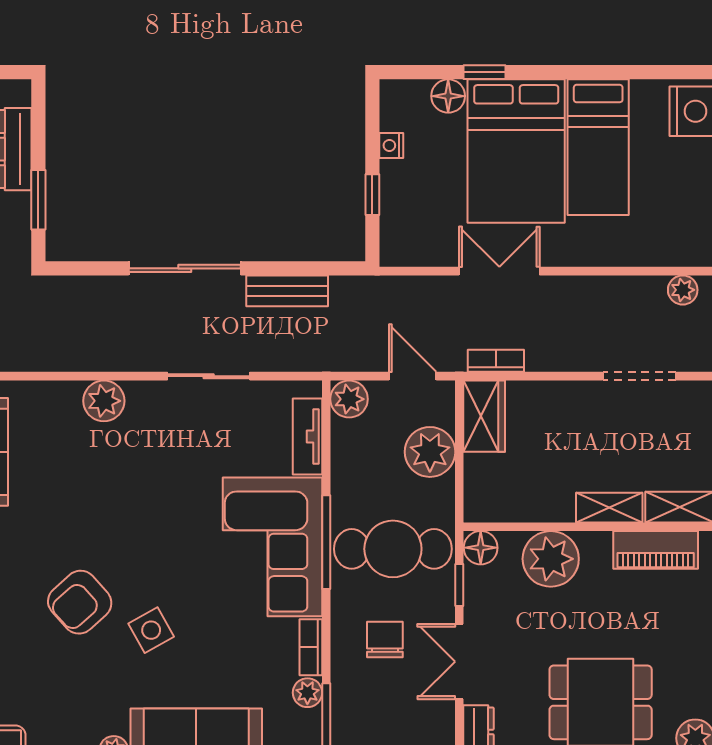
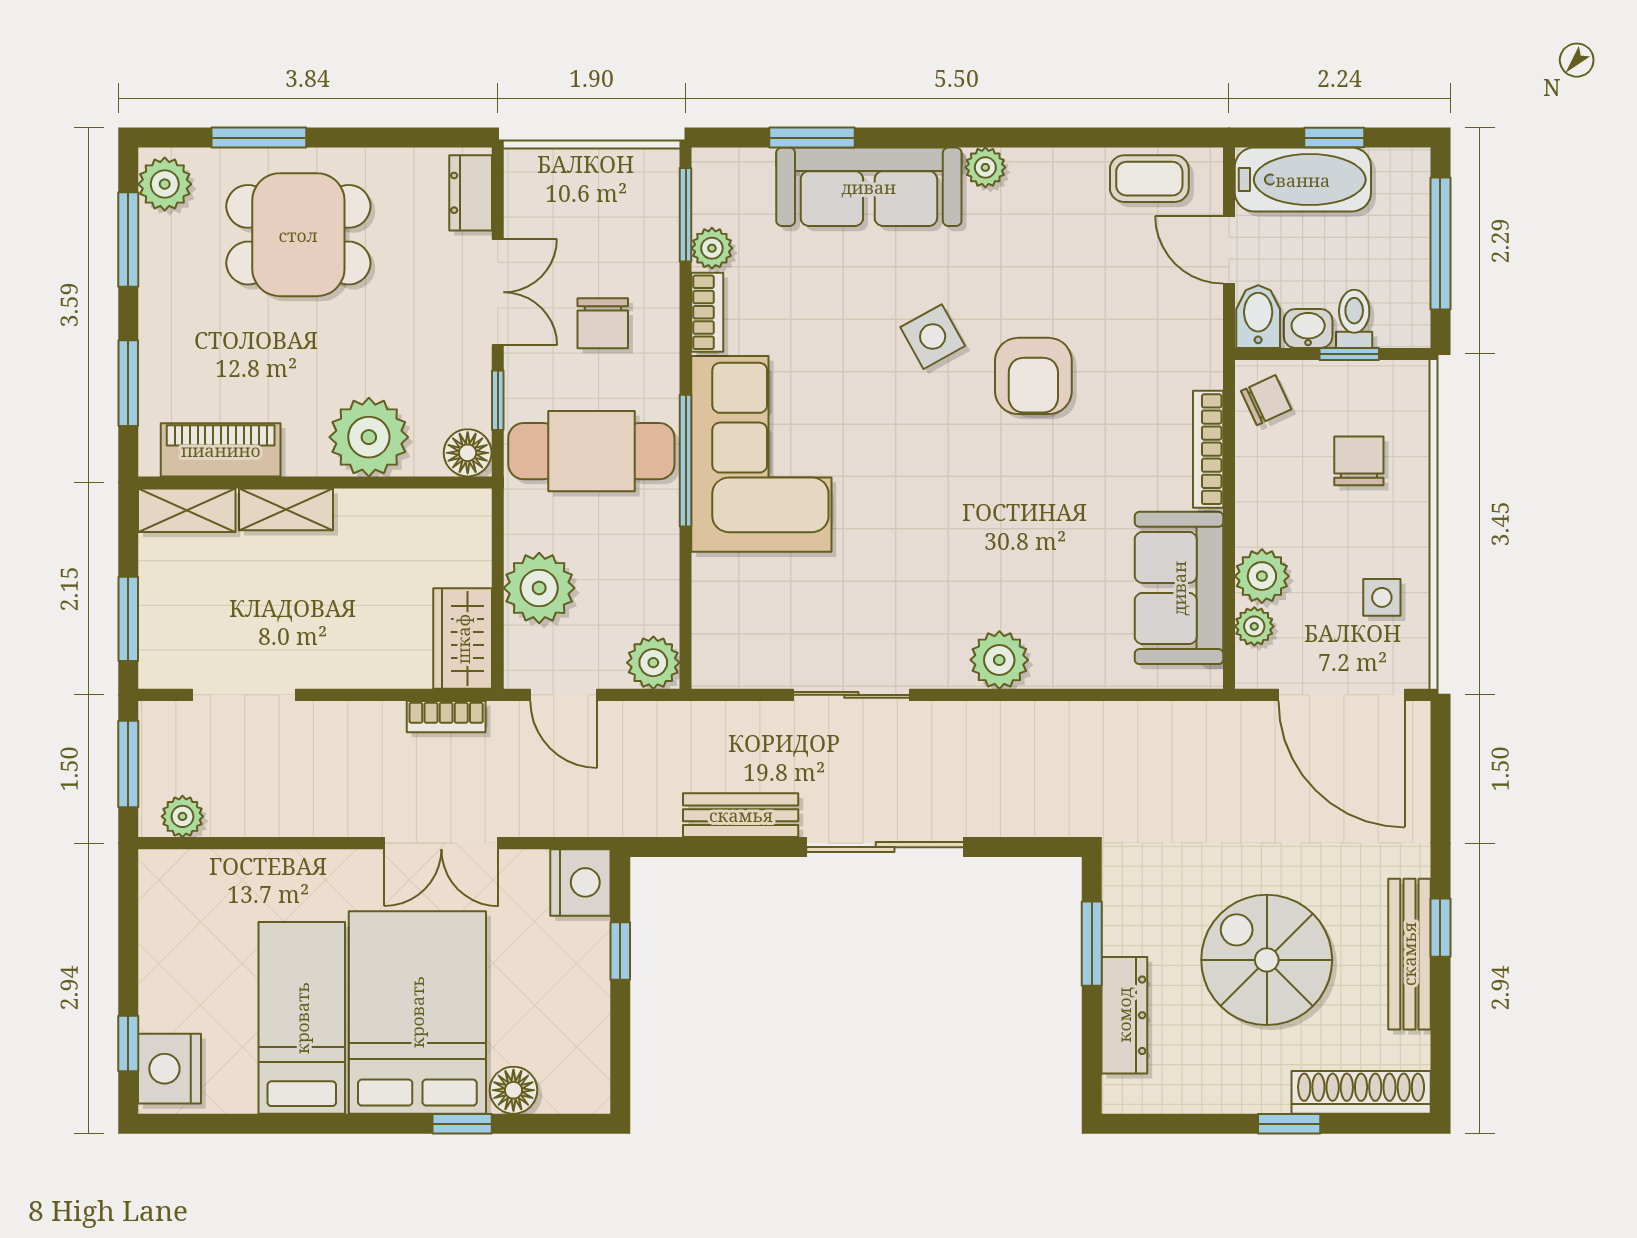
nightstand: (391, 145) -> (580, 882), moved, width x1.89, depth x1.79
tv unit: (307, 437) -> (712, 610), removed
armchair: (80, 602) -> (1033, 376), turned 132

